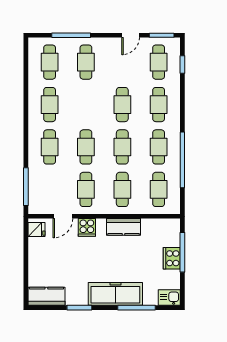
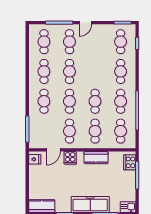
door: (131, 35) -> (85, 23), moved
cafe table: (122, 105) -> (69, 71), moved
cooker: (172, 258) -> (130, 162), moved

